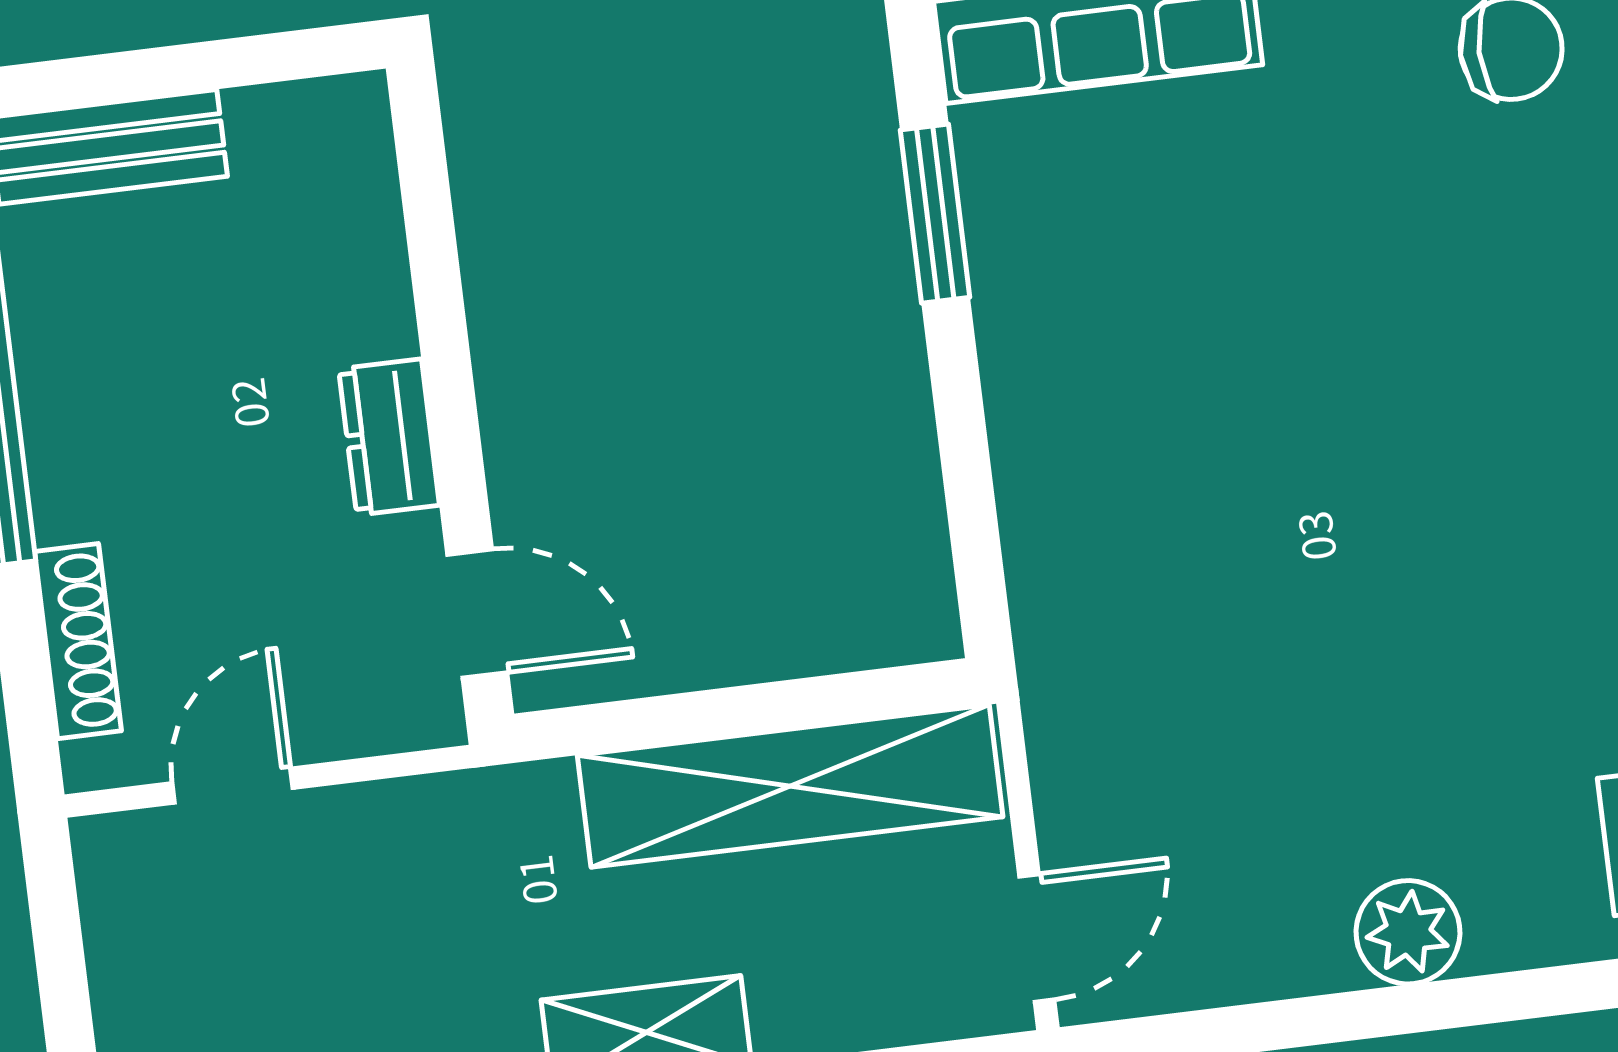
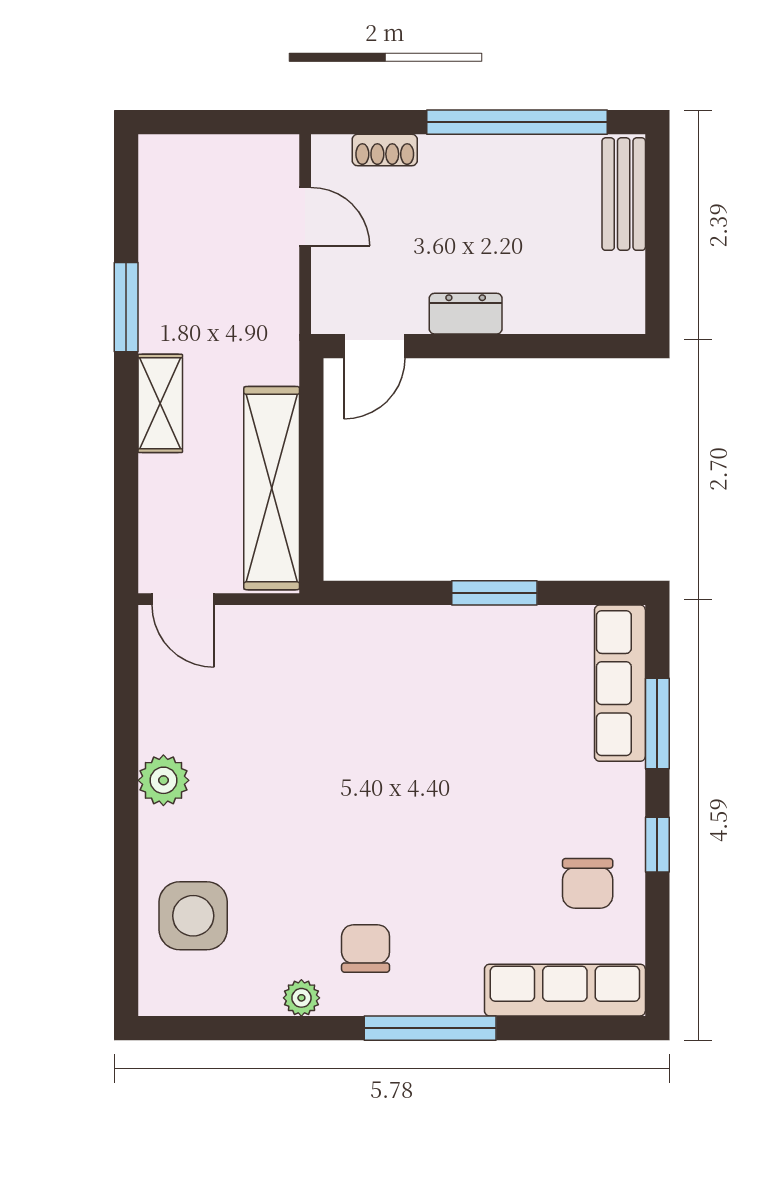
window: (935, 214) -> (494, 593), moved
shoe rack: (78, 641) -> (385, 150), width x0.70

